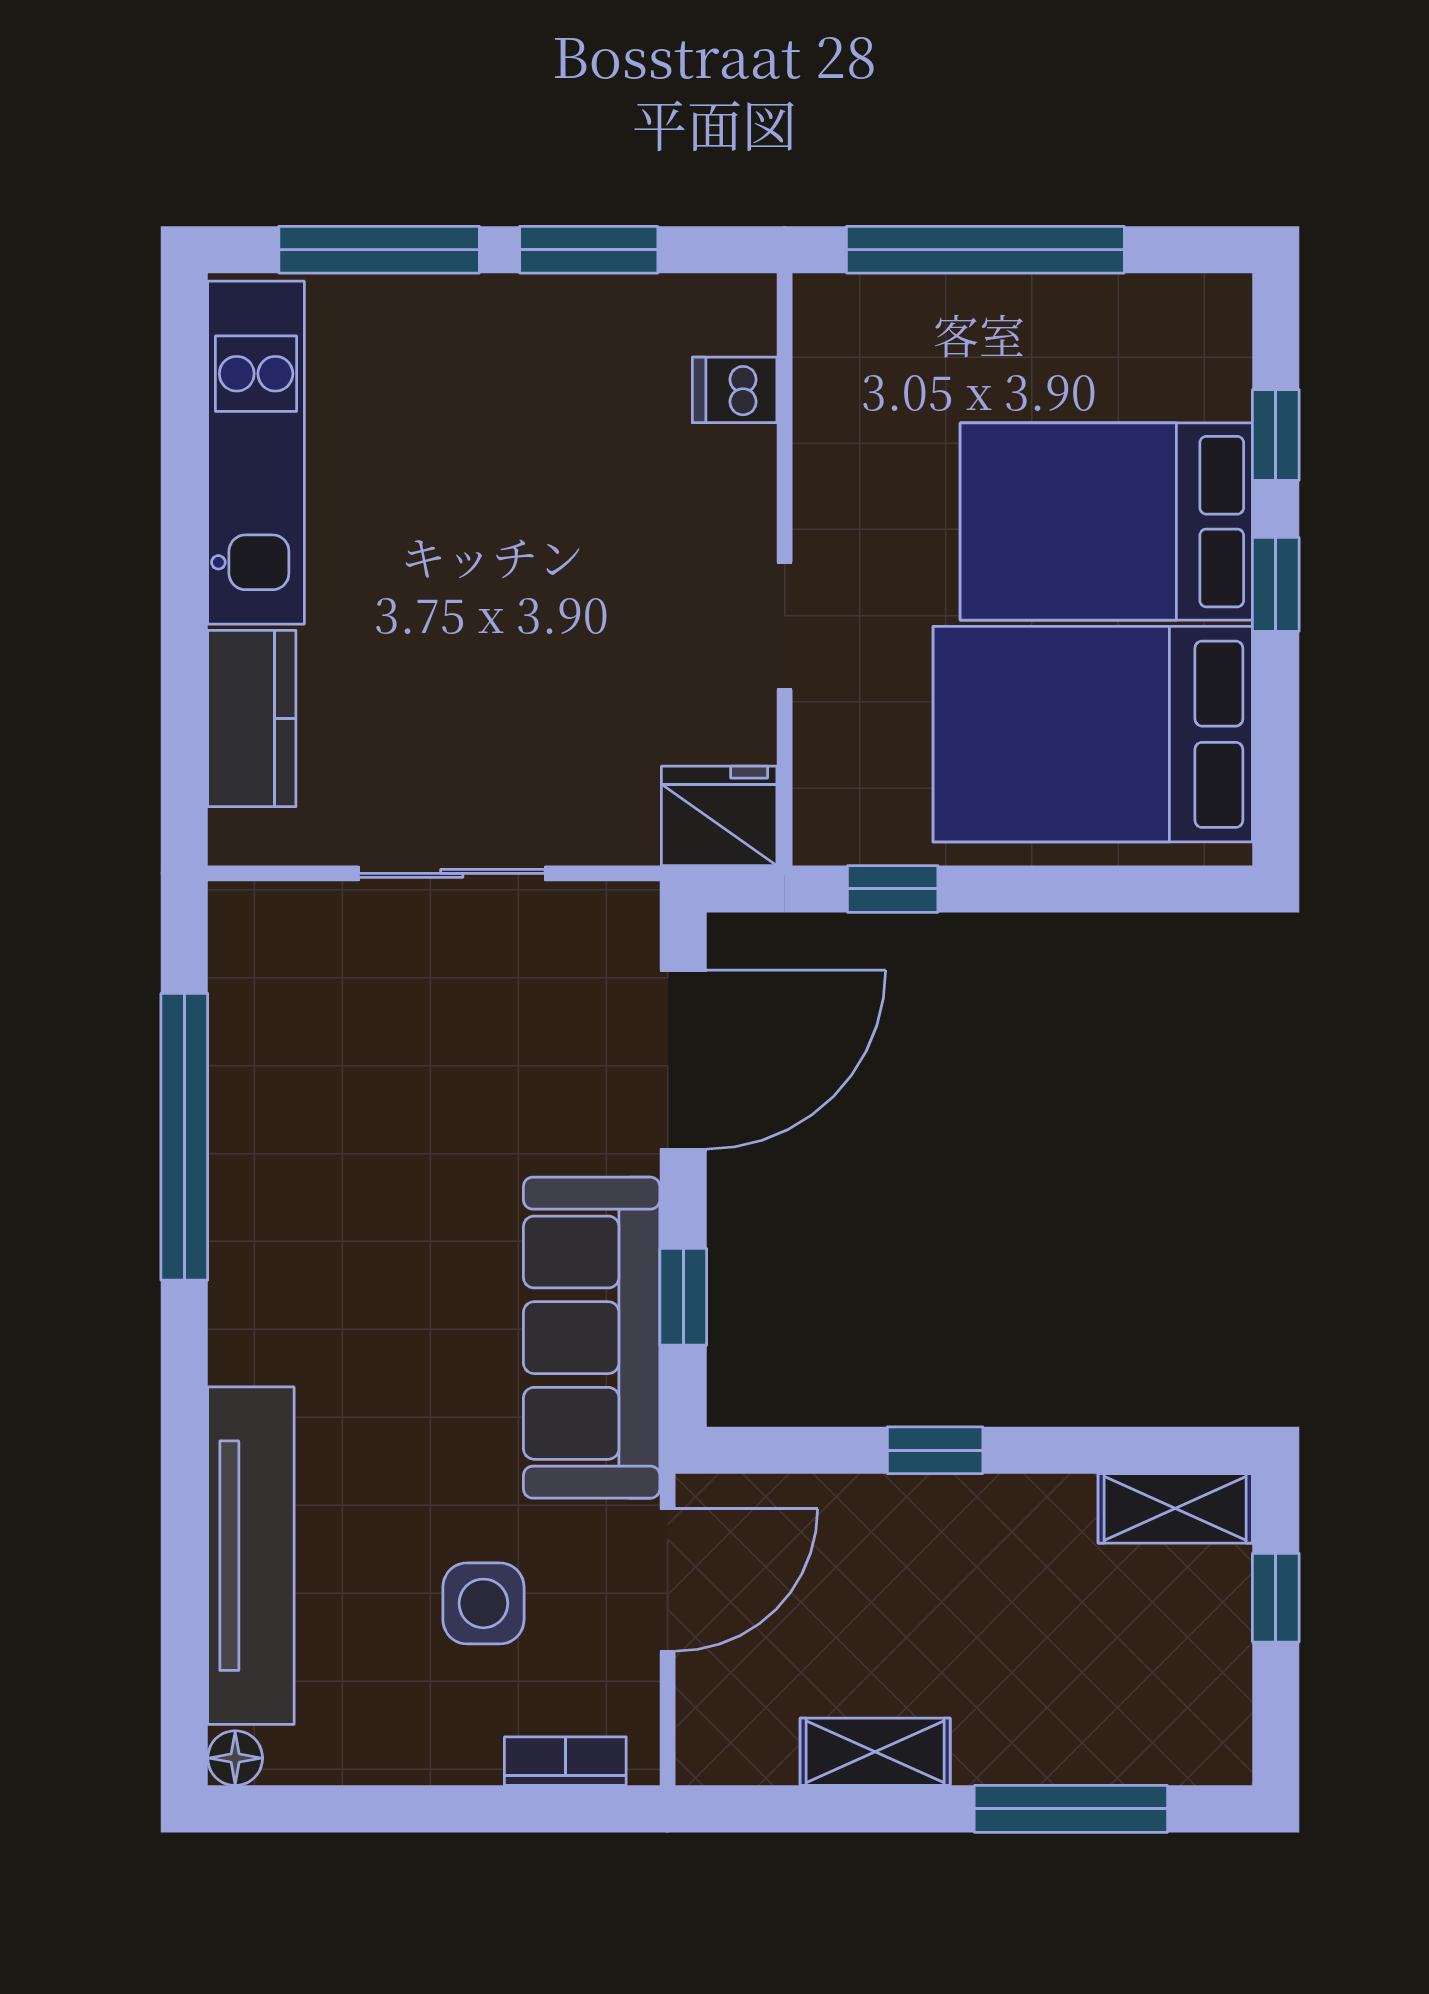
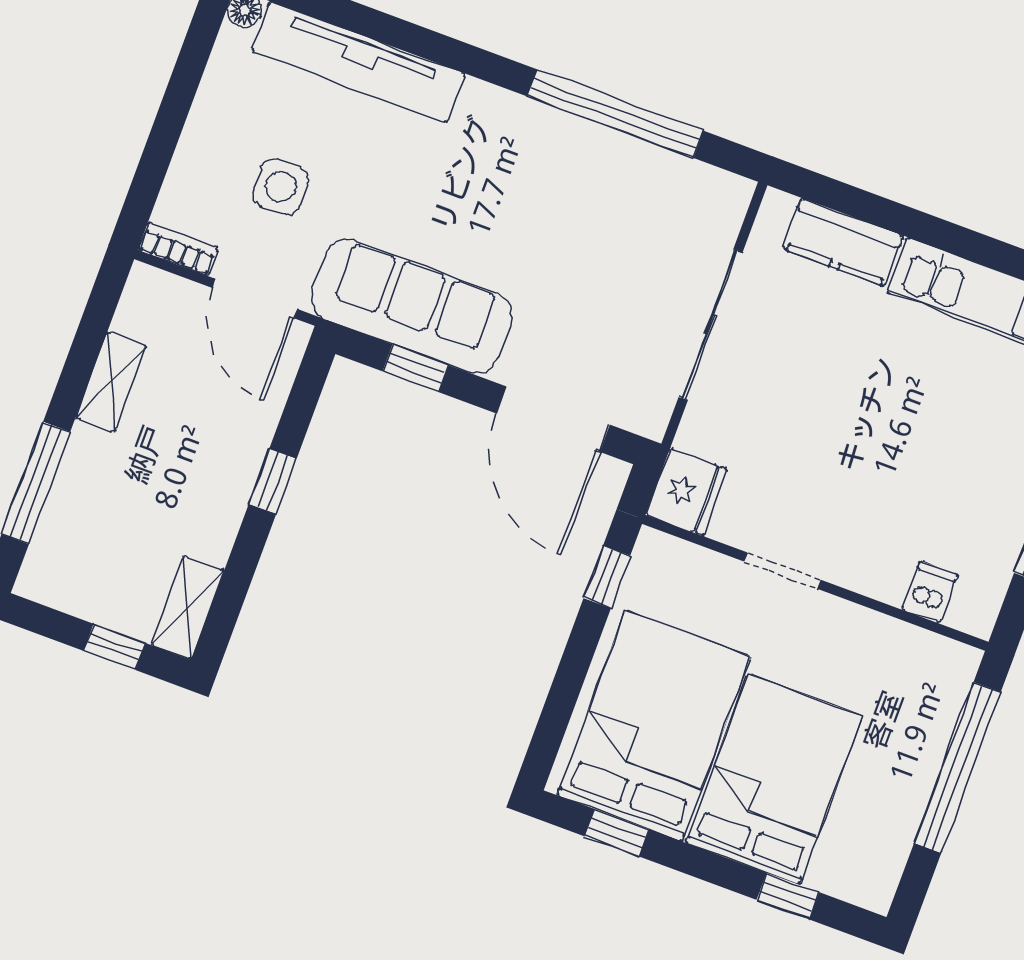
window: (1276, 584) -> (617, 833), moved
sliding door: (452, 873) -> (710, 325), width x1.37
bookcase: (565, 1761) -> (178, 249), moved, turned -90

